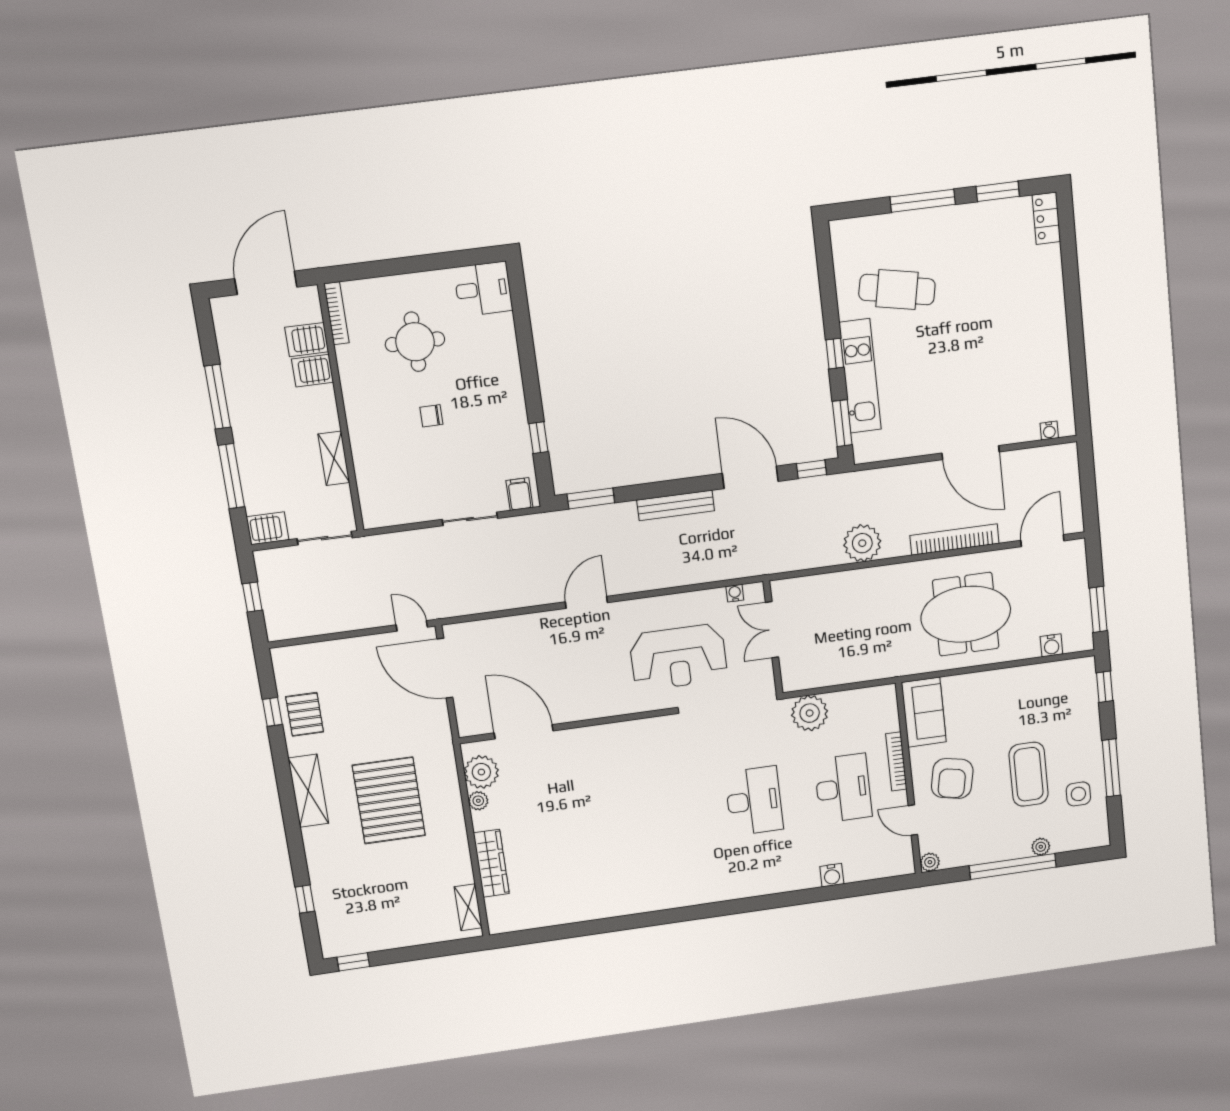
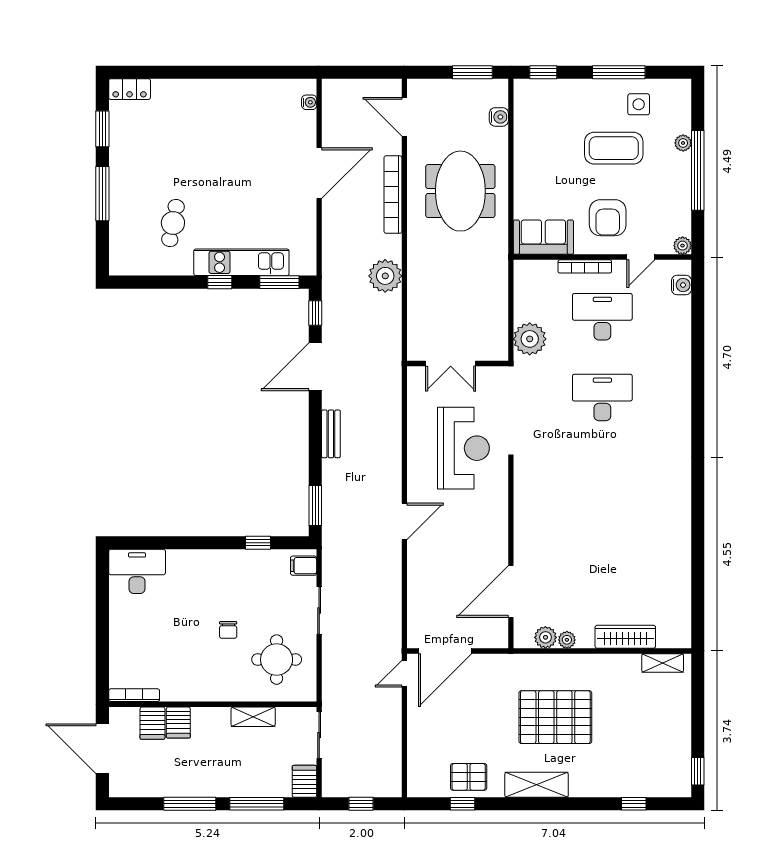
desk: (483, 289) -> (137, 571), width x1.37
cafe table: (897, 290) -> (173, 223), width x0.73, depth x0.74
round table: (415, 342) -> (277, 660), moved
bench: (676, 505) -> (331, 434), width x0.73
water cooler: (735, 593) -> (414, 392), removed
door: (586, 602) -> (404, 521), swing flipped
plant: (481, 772) -> (545, 637), width x0.73, depth x0.73
armchair: (952, 779) -> (608, 218), turned 79
water cooler: (832, 875) -> (681, 285), moved

